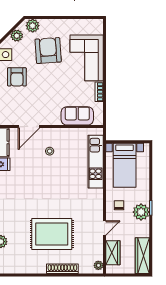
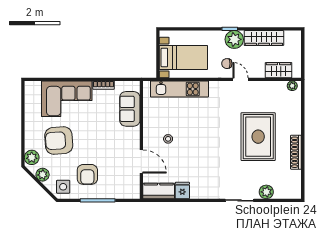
armchair: (17, 77) -> (87, 174), turned 90
door: (104, 228) -> (241, 79), moved
wardrobe: (142, 256) -> (264, 38), moved
shoe rack: (62, 269) -> (296, 152), moved

